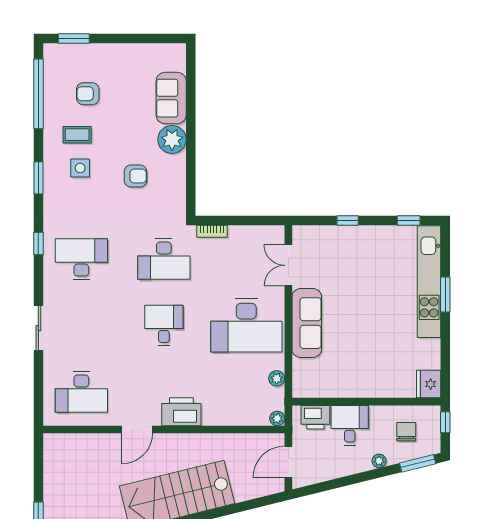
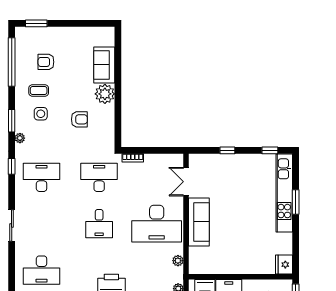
plant: (50, 203) -> (20, 138), added
desk: (164, 259) -> (99, 177), turned 180
desk: (164, 325) -> (99, 224), turned 180

